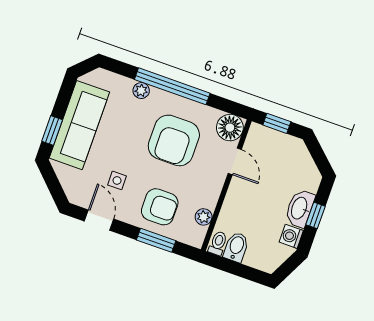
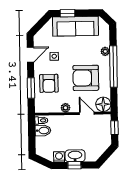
door: (235, 161) -> (87, 113), swing flipped
plant: (204, 217) -> (65, 108), moved

